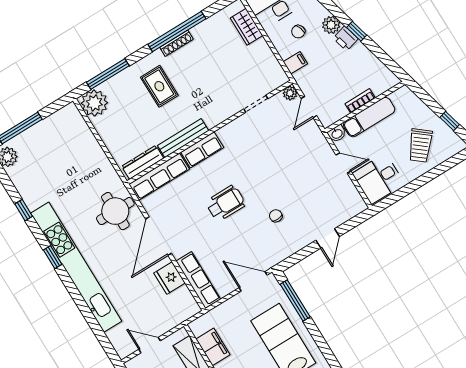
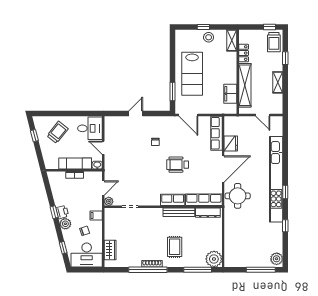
window: (295, 301) -> (173, 92), width x0.69

